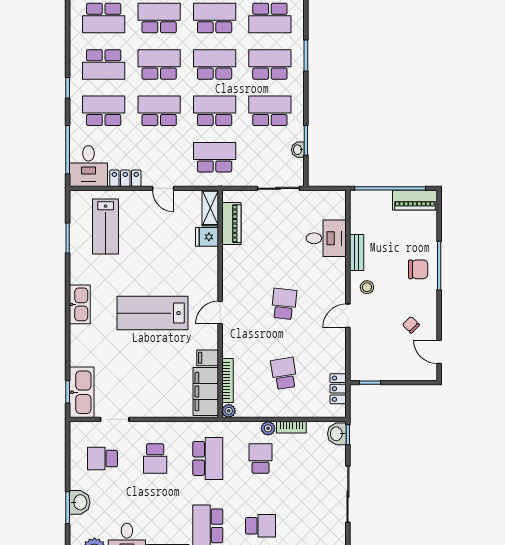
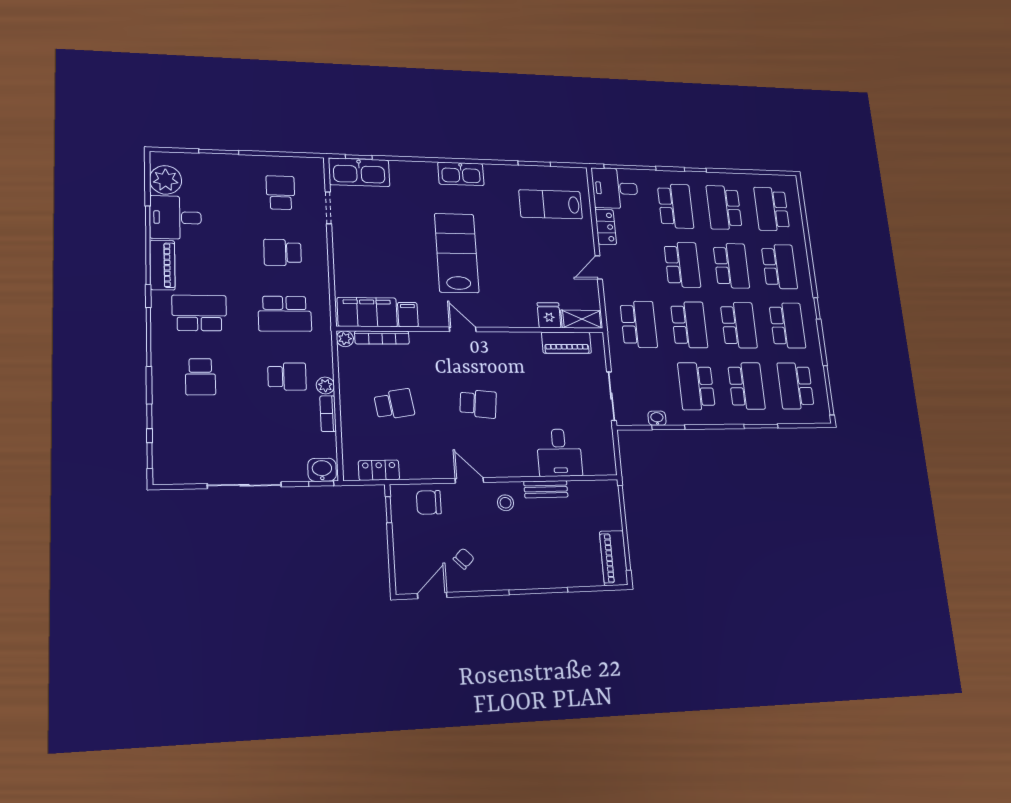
school desk: (270, 111) -> (696, 386), turned 180
chair: (418, 269) -> (429, 502), moved, turned 90
washbasin: (80, 502) -> (226, 165), removed

